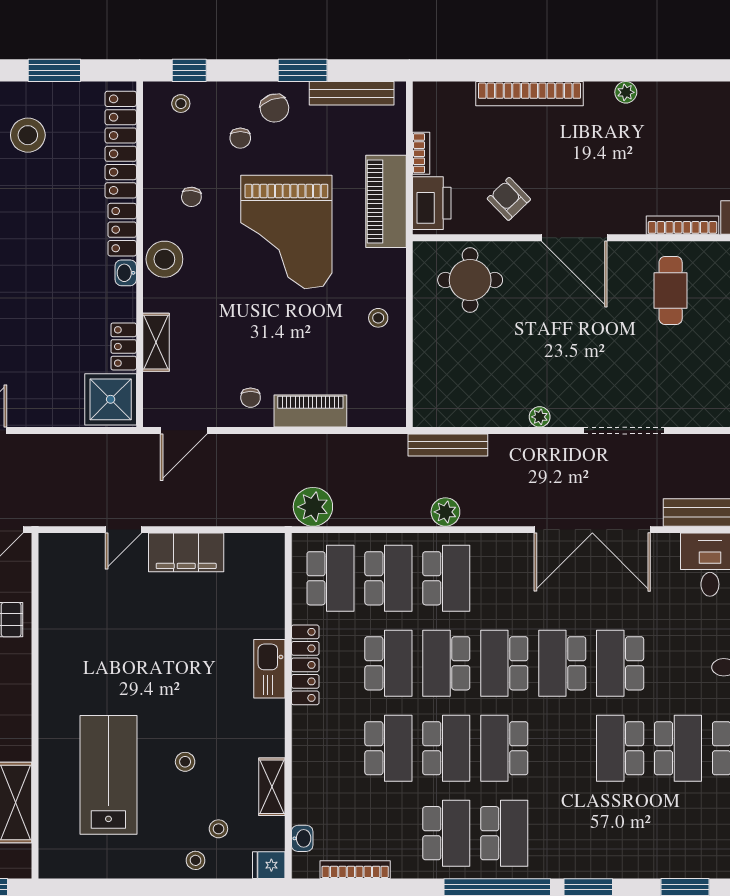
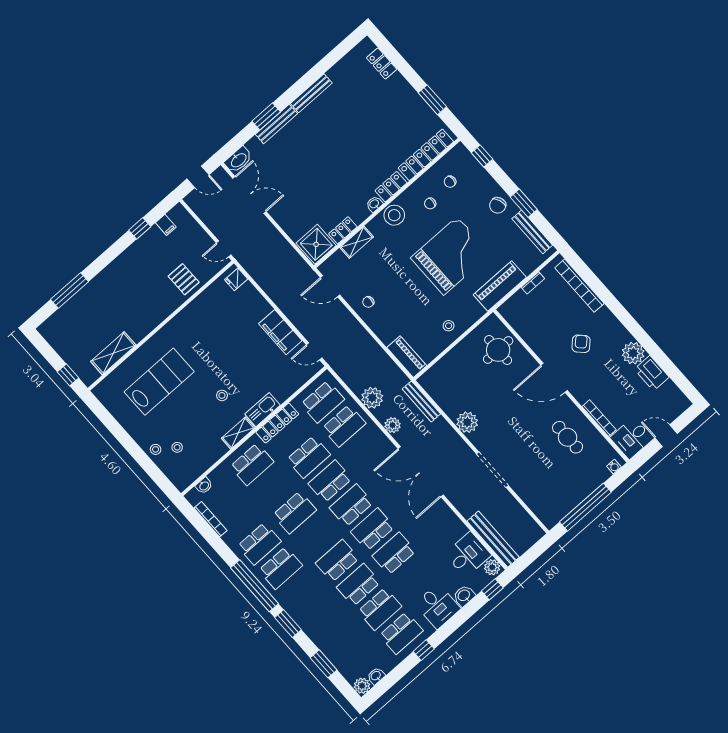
plant: (626, 92) -> (633, 353), width x1.88, depth x1.88
bookcase: (529, 94) -> (579, 286), moved
stool: (181, 104) -> (465, 165), removed
stool: (28, 135) -> (396, 113), removed
chair: (240, 138) -> (450, 182), moved
armchair: (509, 199) -> (581, 344), moved
printer: (432, 203) -> (652, 373), moved, turned 90
grand piano: (286, 232) -> (451, 256), turned 180
door: (574, 238) -> (554, 378), hinge flipped
cafe table: (671, 290) -> (568, 437), turned 90
piano: (310, 411) -> (407, 357), moved
plant: (540, 417) -> (467, 422), width x1.87, depth x1.87
plant: (313, 507) -> (372, 398), moved
door: (124, 530) -> (314, 351), moved
double door: (592, 530) -> (421, 472), moved
school desk: (446, 578) -> (365, 450), removed
school desk: (388, 748) -> (252, 464), moved
school desk: (504, 748) -> (337, 561), moved
stool: (185, 762) -> (222, 395), moved
shelving: (272, 787) -> (238, 433), moved
fridge: (269, 865) -> (236, 279), moved, turned -90

